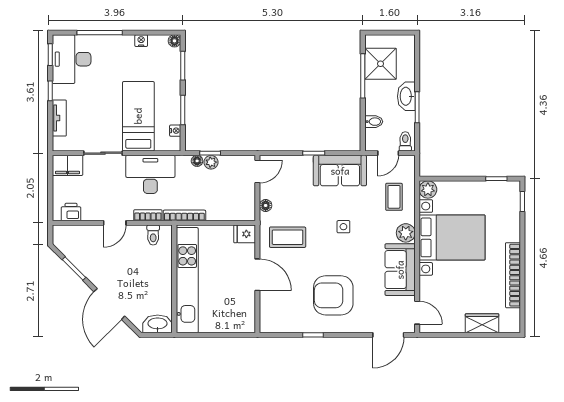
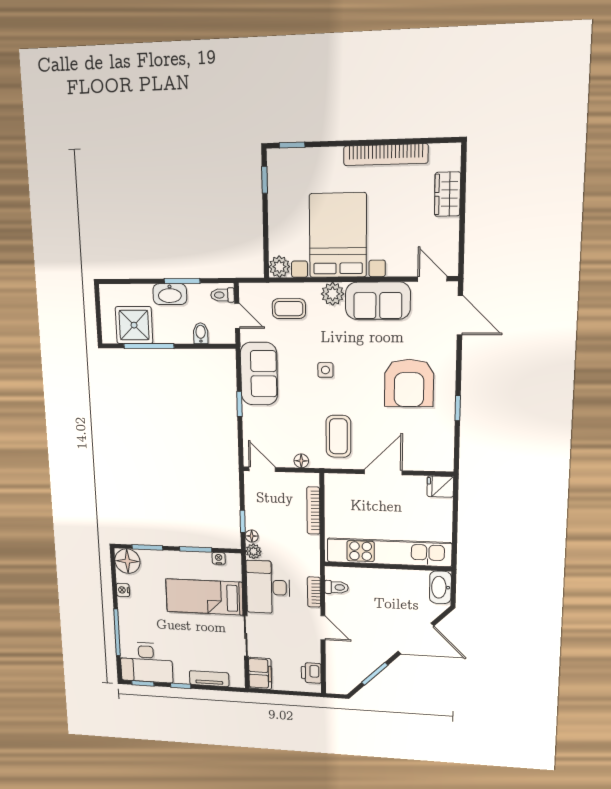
floor lamp: (174, 41) -> (127, 561), width x1.89, depth x1.89
plant: (211, 162) -> (254, 551), moved
bookcase: (184, 215) -> (313, 511), moved
fridge: (245, 234) -> (440, 487), moved, turned 90
door: (417, 313) -> (432, 279), hinge flipped

